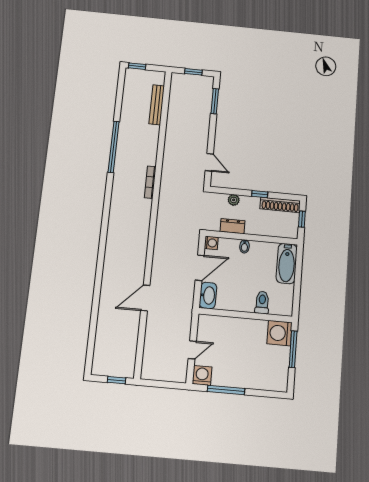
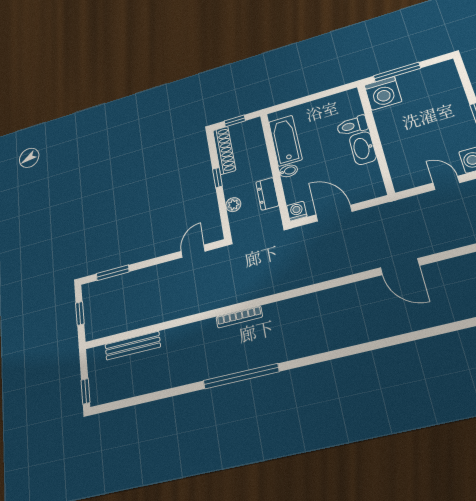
window: (114, 147) -> (241, 376), moved
bathtub: (287, 264) -> (285, 141), moved, turned -90
washbasin: (208, 295) -> (363, 148), moved, turned -90

